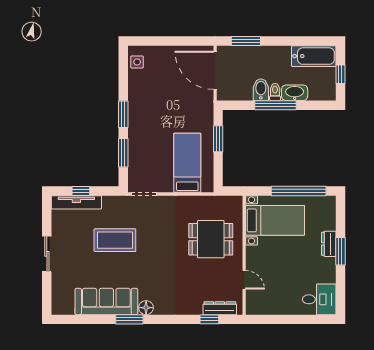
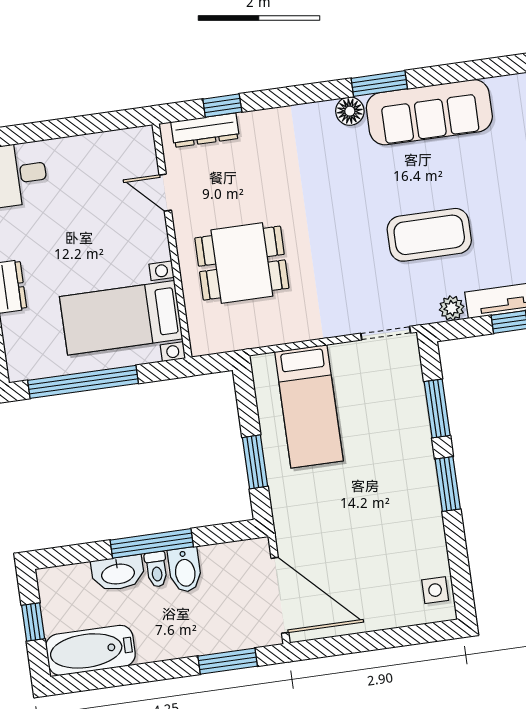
plant: (109, 202) -> (452, 308), added

